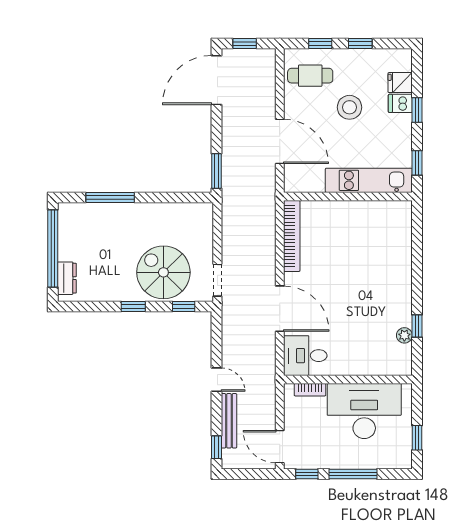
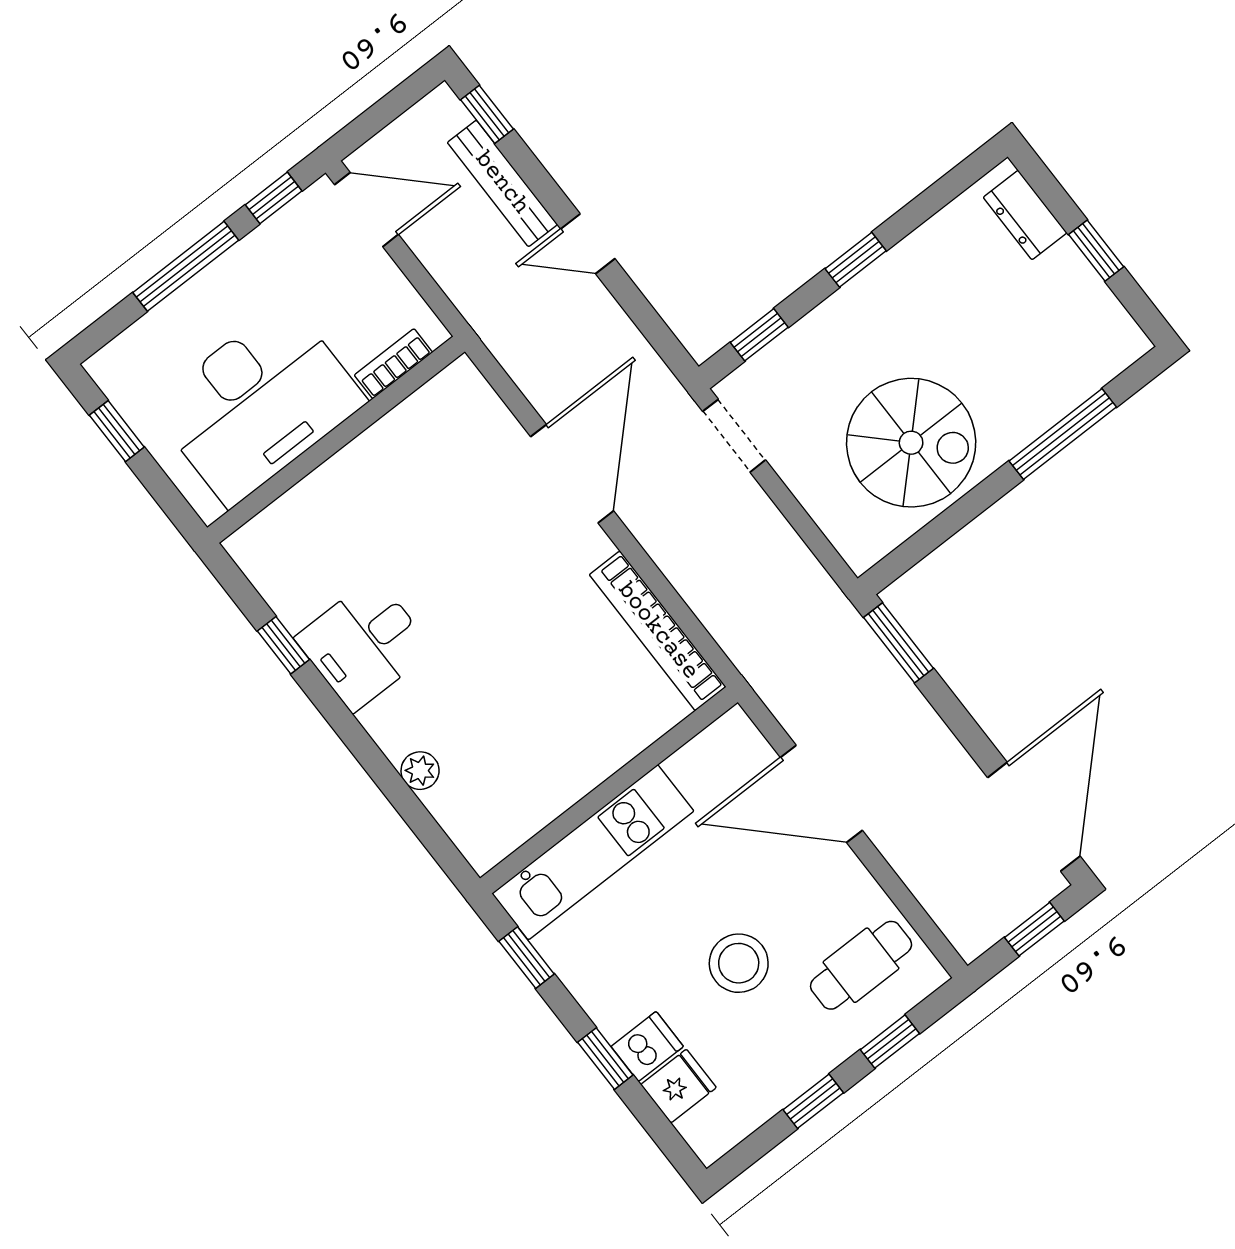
window: (53, 249) -> (1096, 251), width x0.32
spiral stairs: (163, 272) -> (911, 443), moved
door: (280, 309) -> (572, 474), swing flipped
plant: (404, 335) -> (420, 771), moved
desk: (305, 356) -> (364, 644), moved, turned 180

